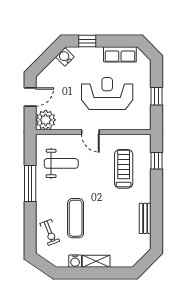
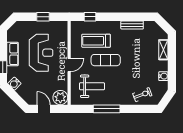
row of seats: (120, 54) -> (12, 54), moved
reception desk: (107, 94) -> (41, 53), turned 180
weight bench: (61, 163) -> (92, 86), turned 90
exercise mat: (76, 218) -> (106, 60), moved
shelving: (96, 261) -> (163, 50), moved

